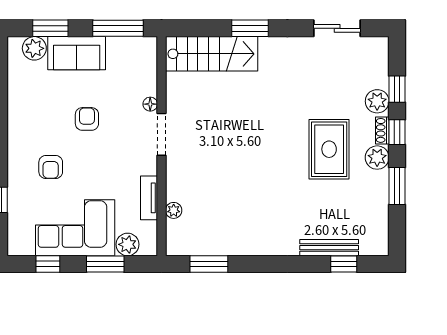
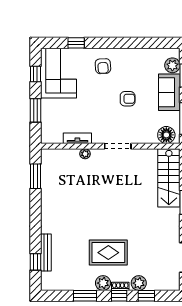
floor lamp: (150, 104) -> (166, 135), moved, width x1.89, depth x1.89
armchair: (51, 167) -> (103, 66), moved, turned -94
plant: (174, 210) -> (85, 154), moved
corner sofa: (75, 228) -> (58, 73), moved
plant: (128, 244) -> (48, 125), removed

